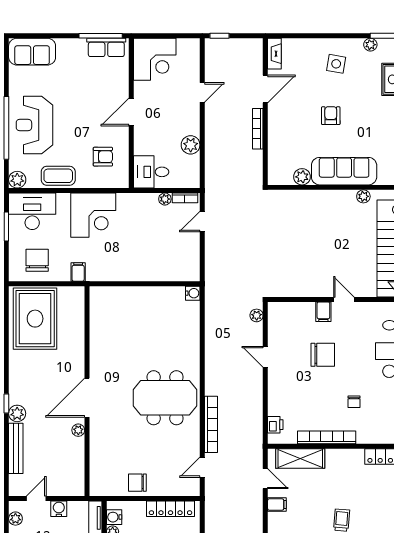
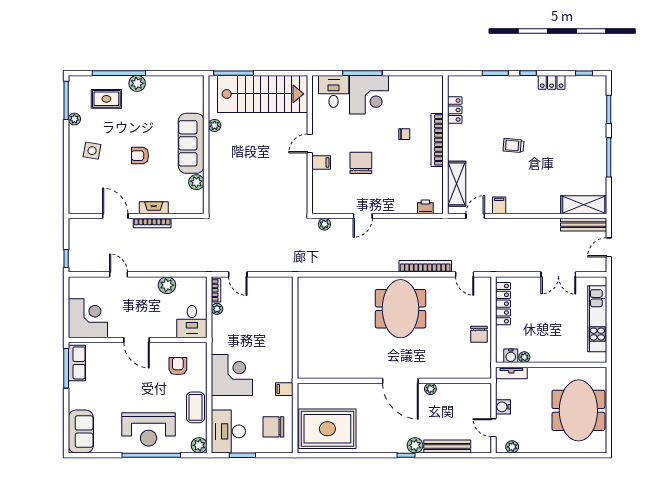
fireplace: (274, 54) -> (154, 208), moved
water cooler: (193, 293) -> (304, 283), removed
bookcase: (327, 437) -> (437, 140), moved

